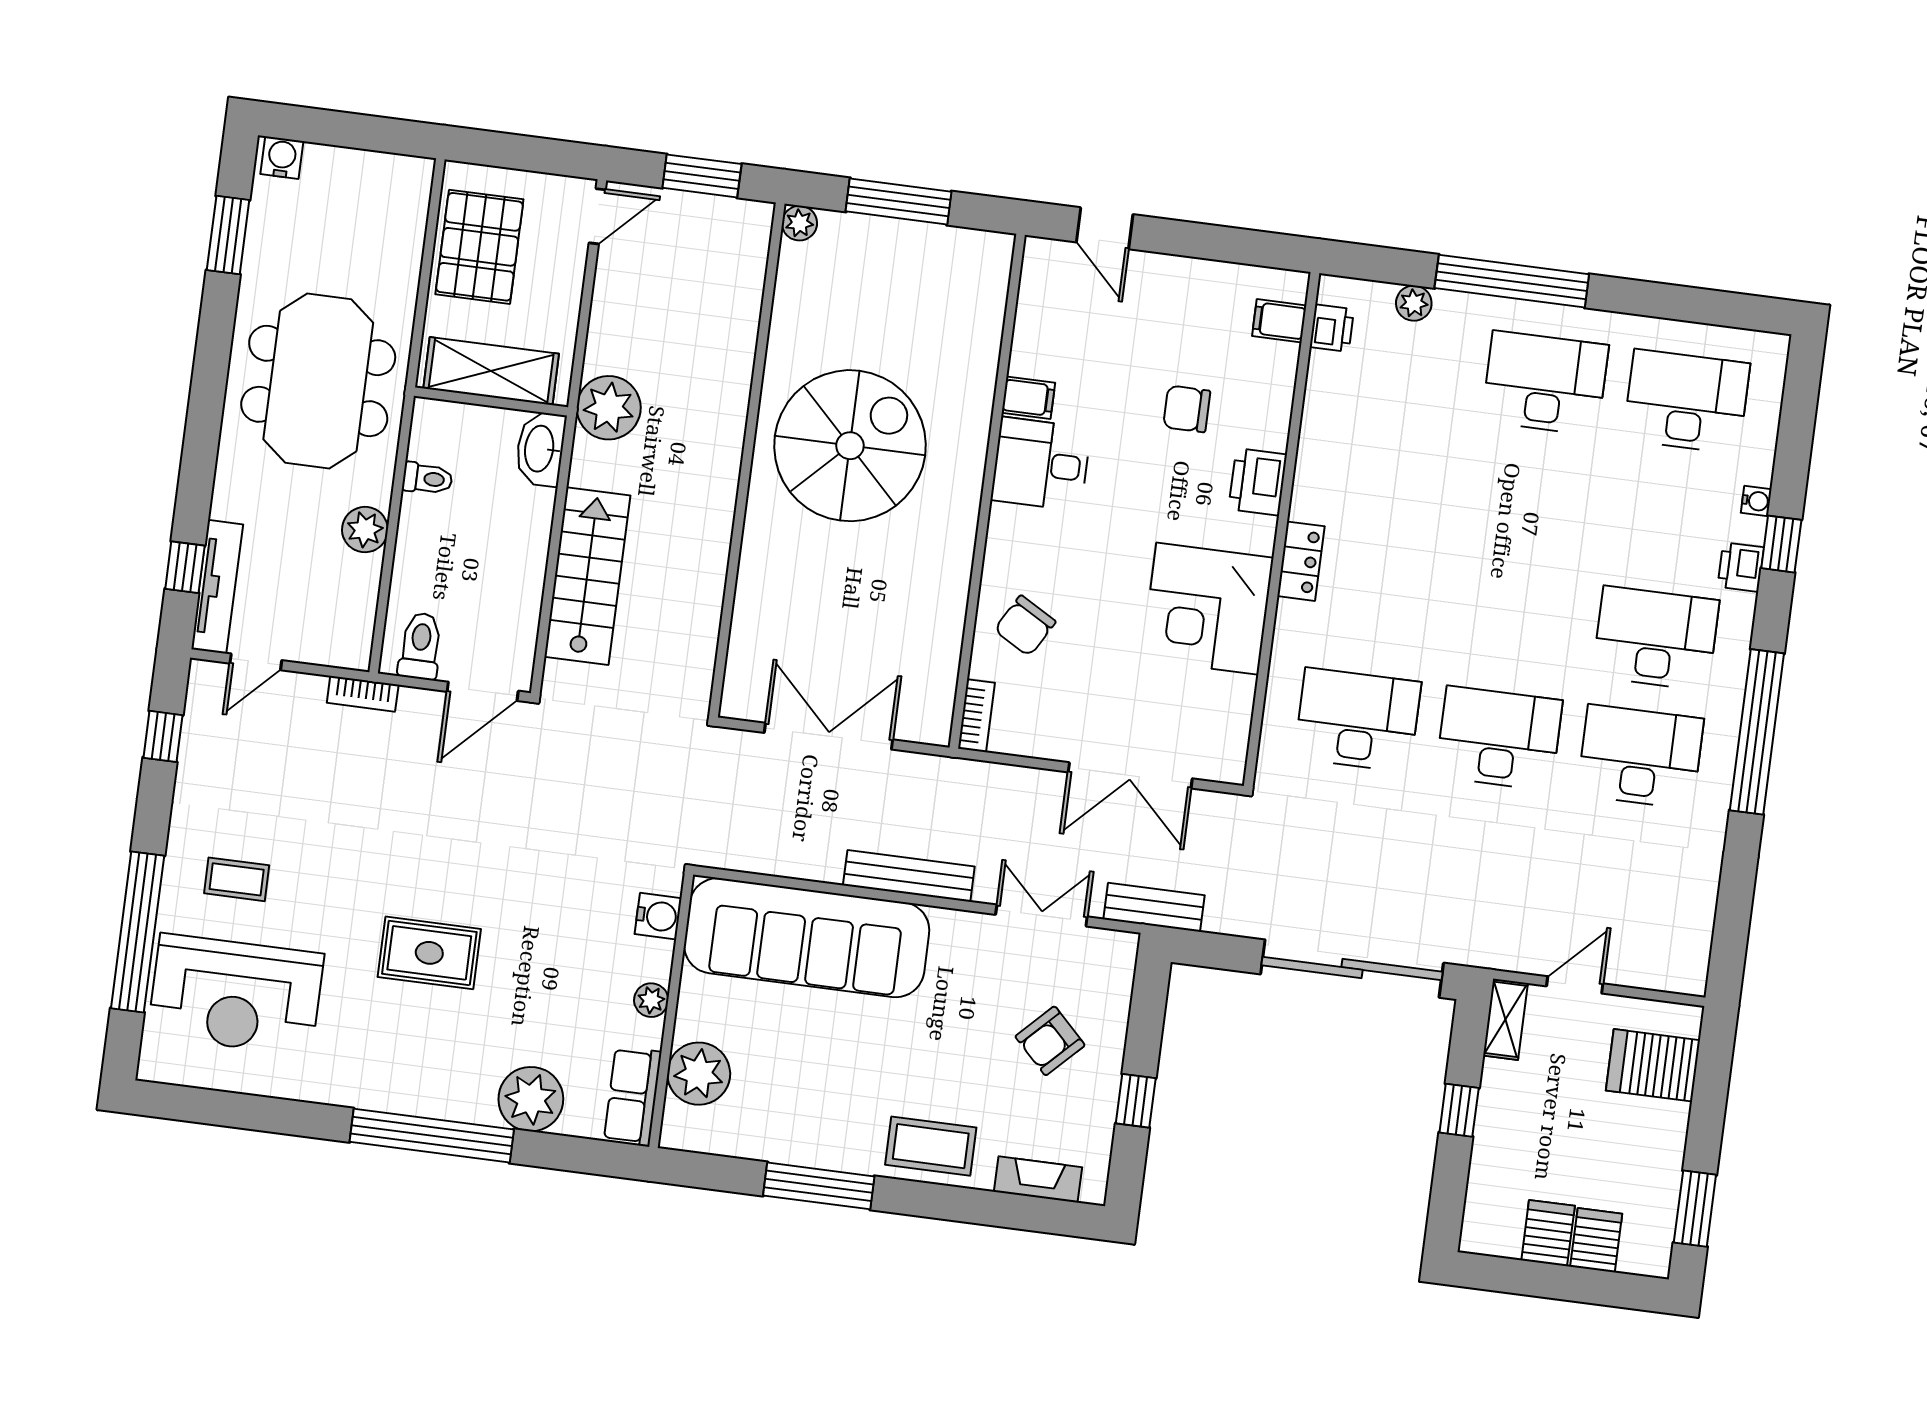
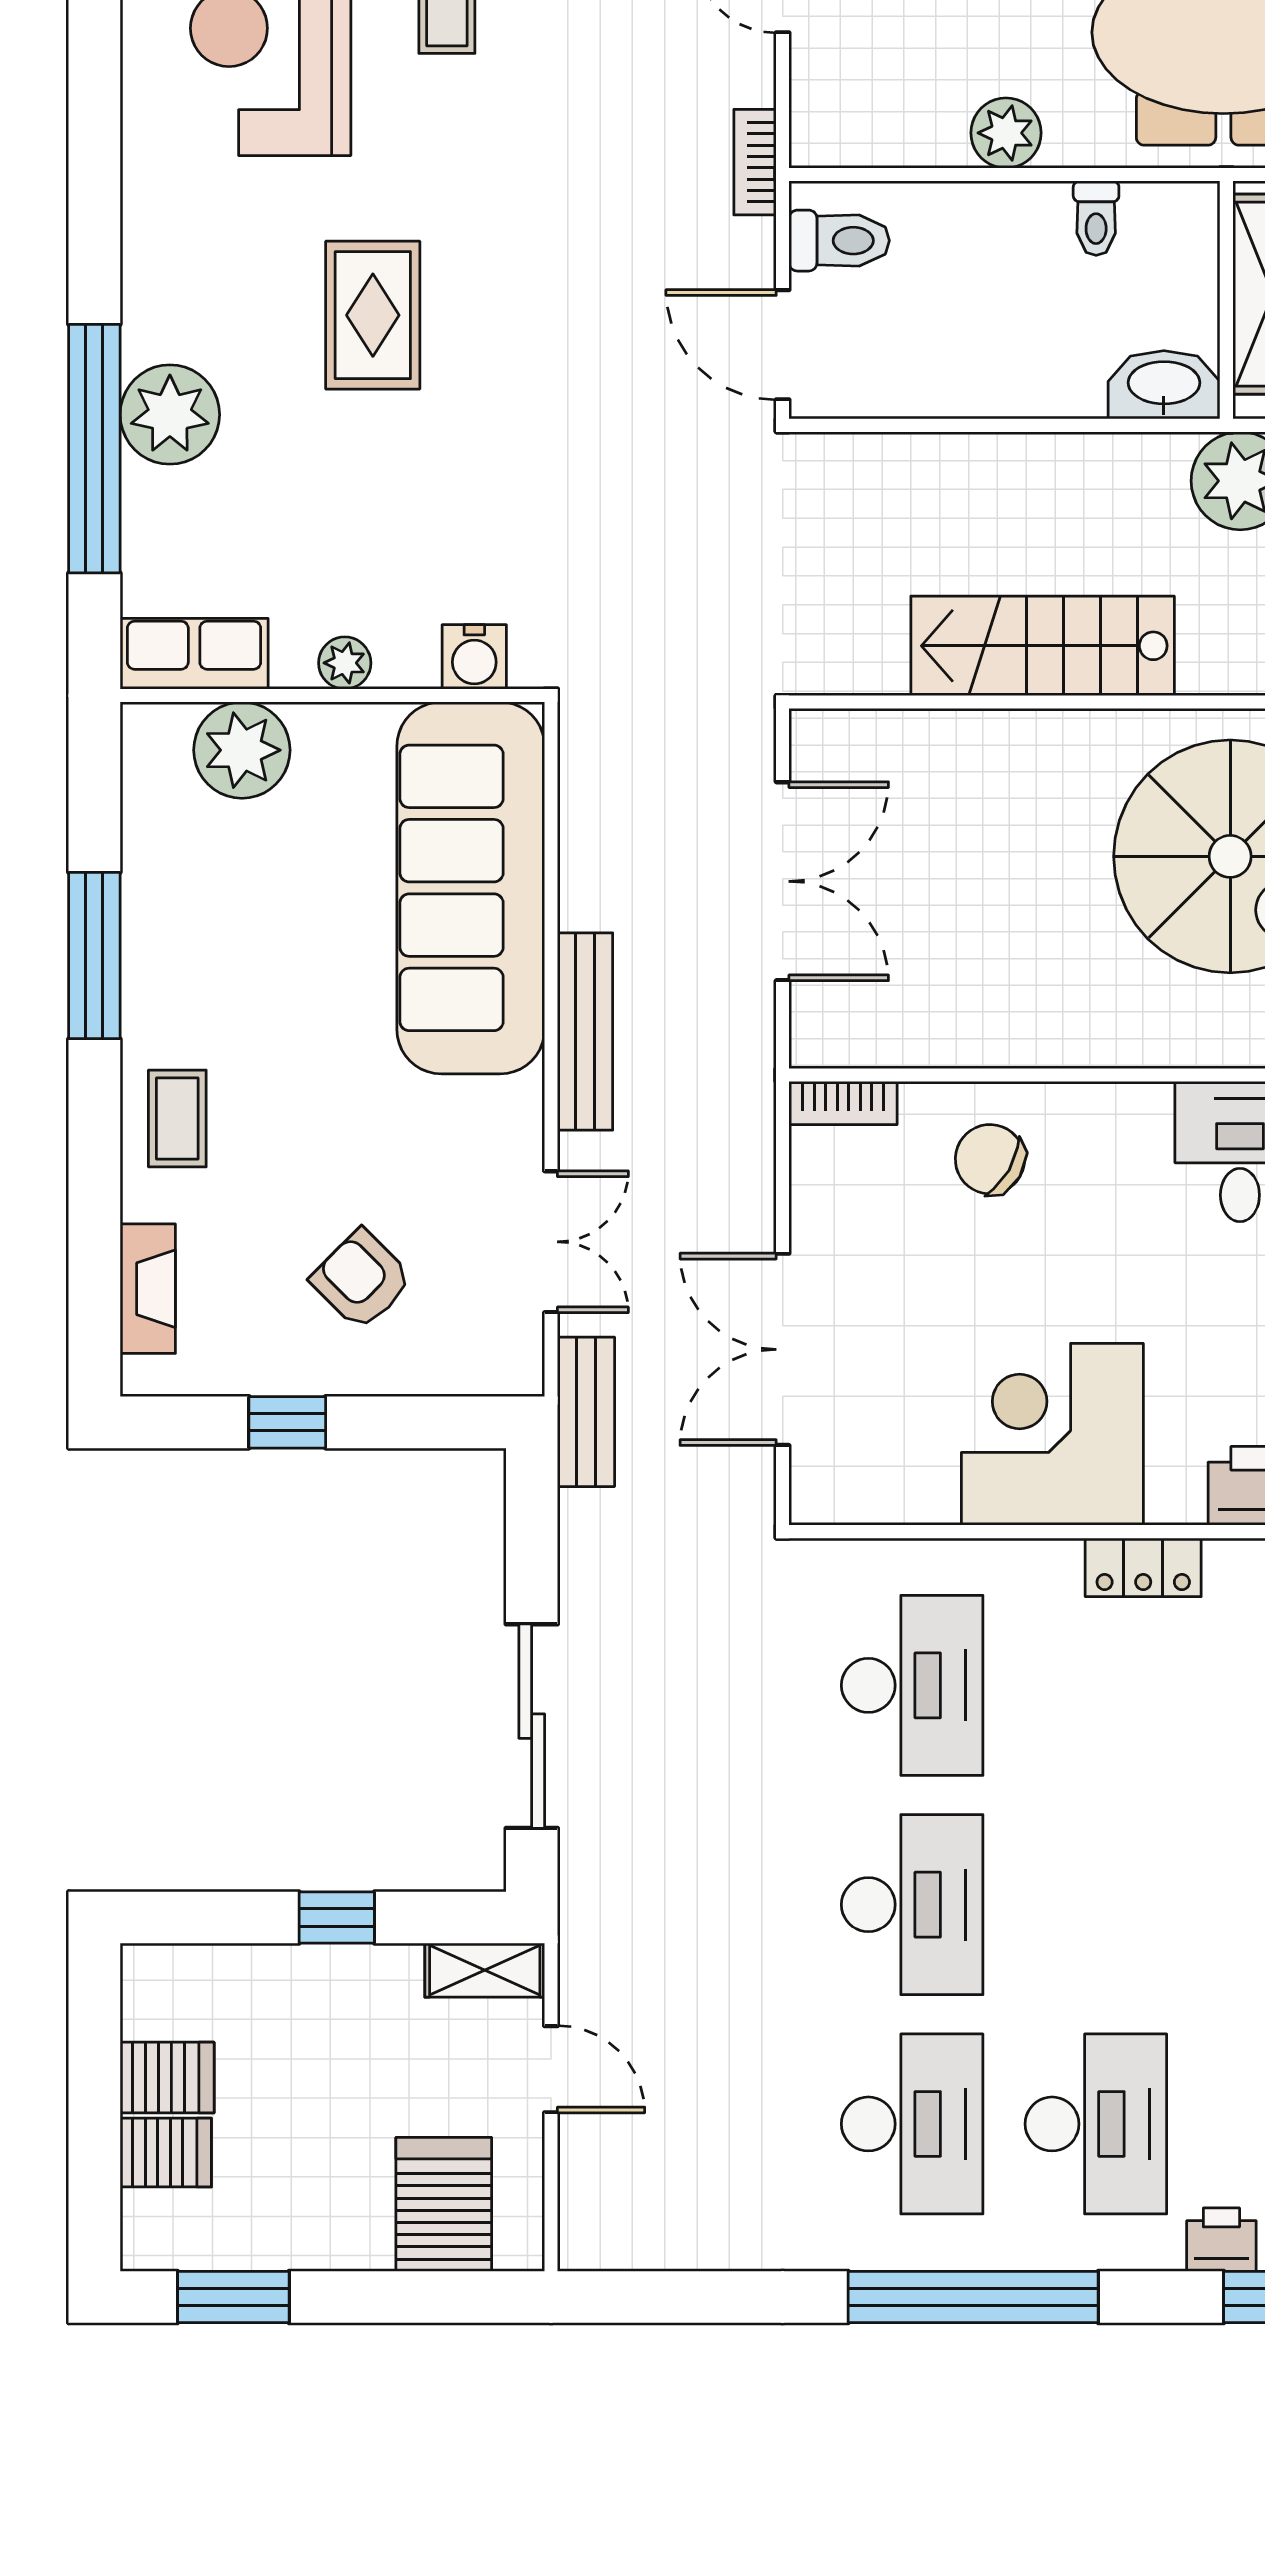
stairs: (587, 576) -> (1043, 646), moved, turned 180
sliding door: (1352, 969) -> (532, 1726), width x0.73
plant: (531, 1099) -> (170, 415), moved
window: (432, 1136) -> (94, 449), moved
coffee table: (931, 1146) -> (177, 1119), width x0.73, depth x0.77

